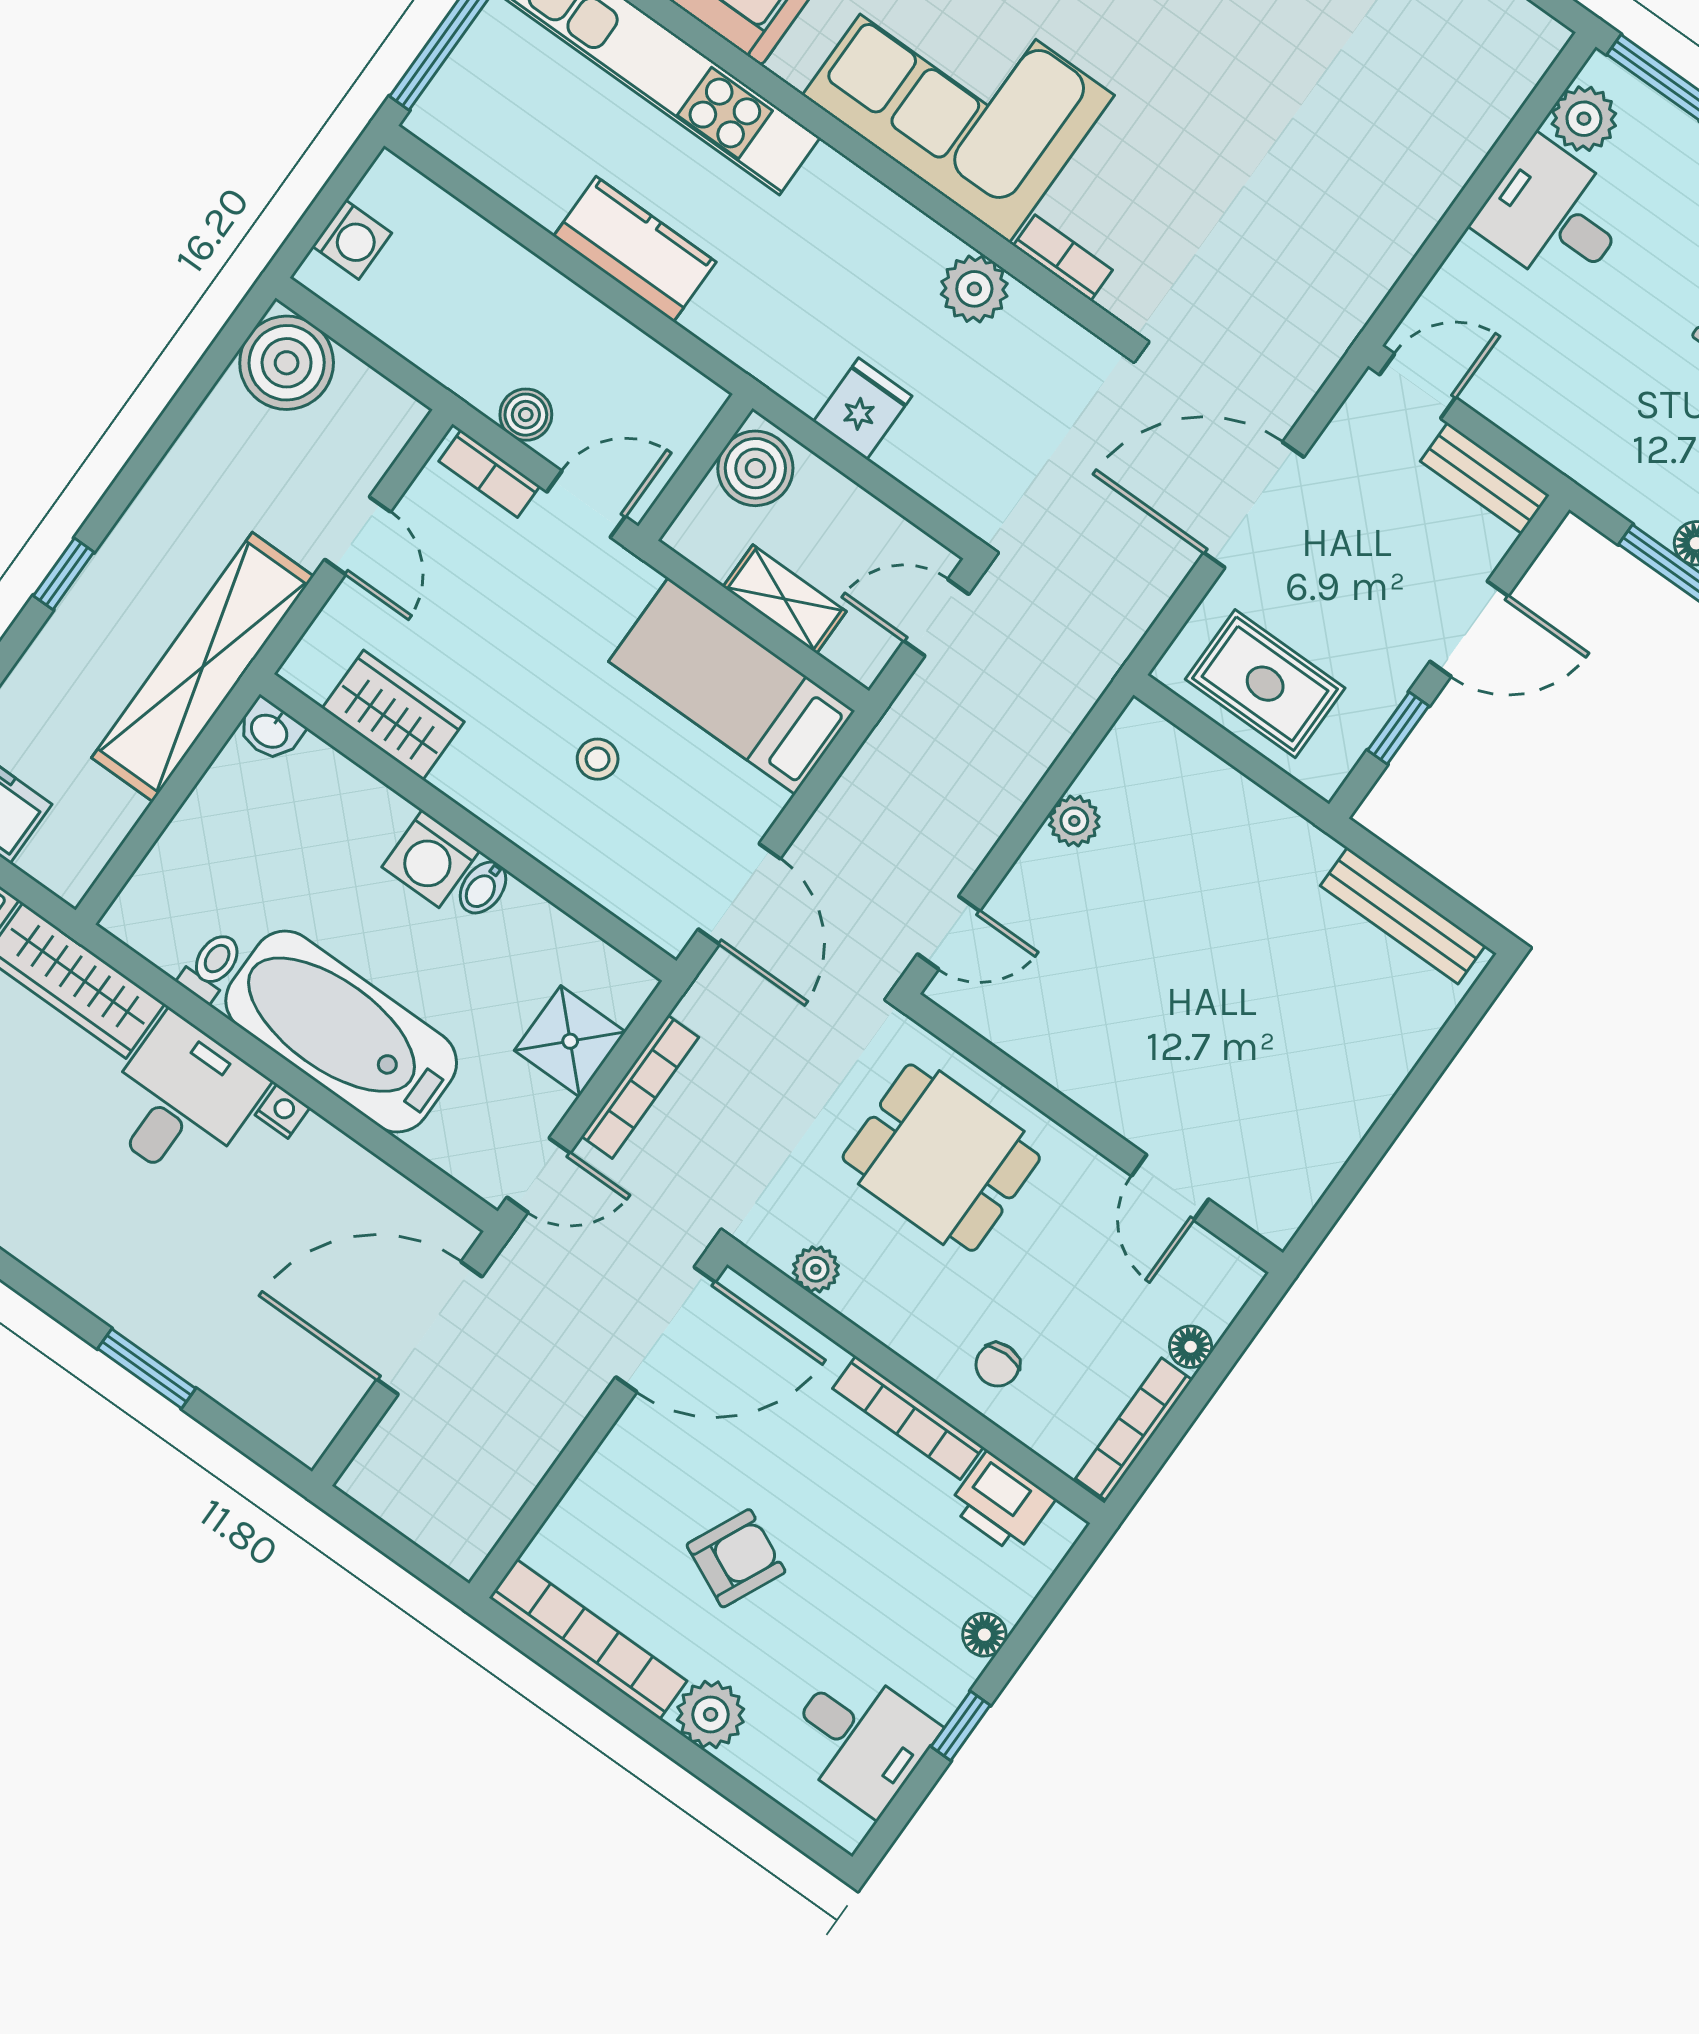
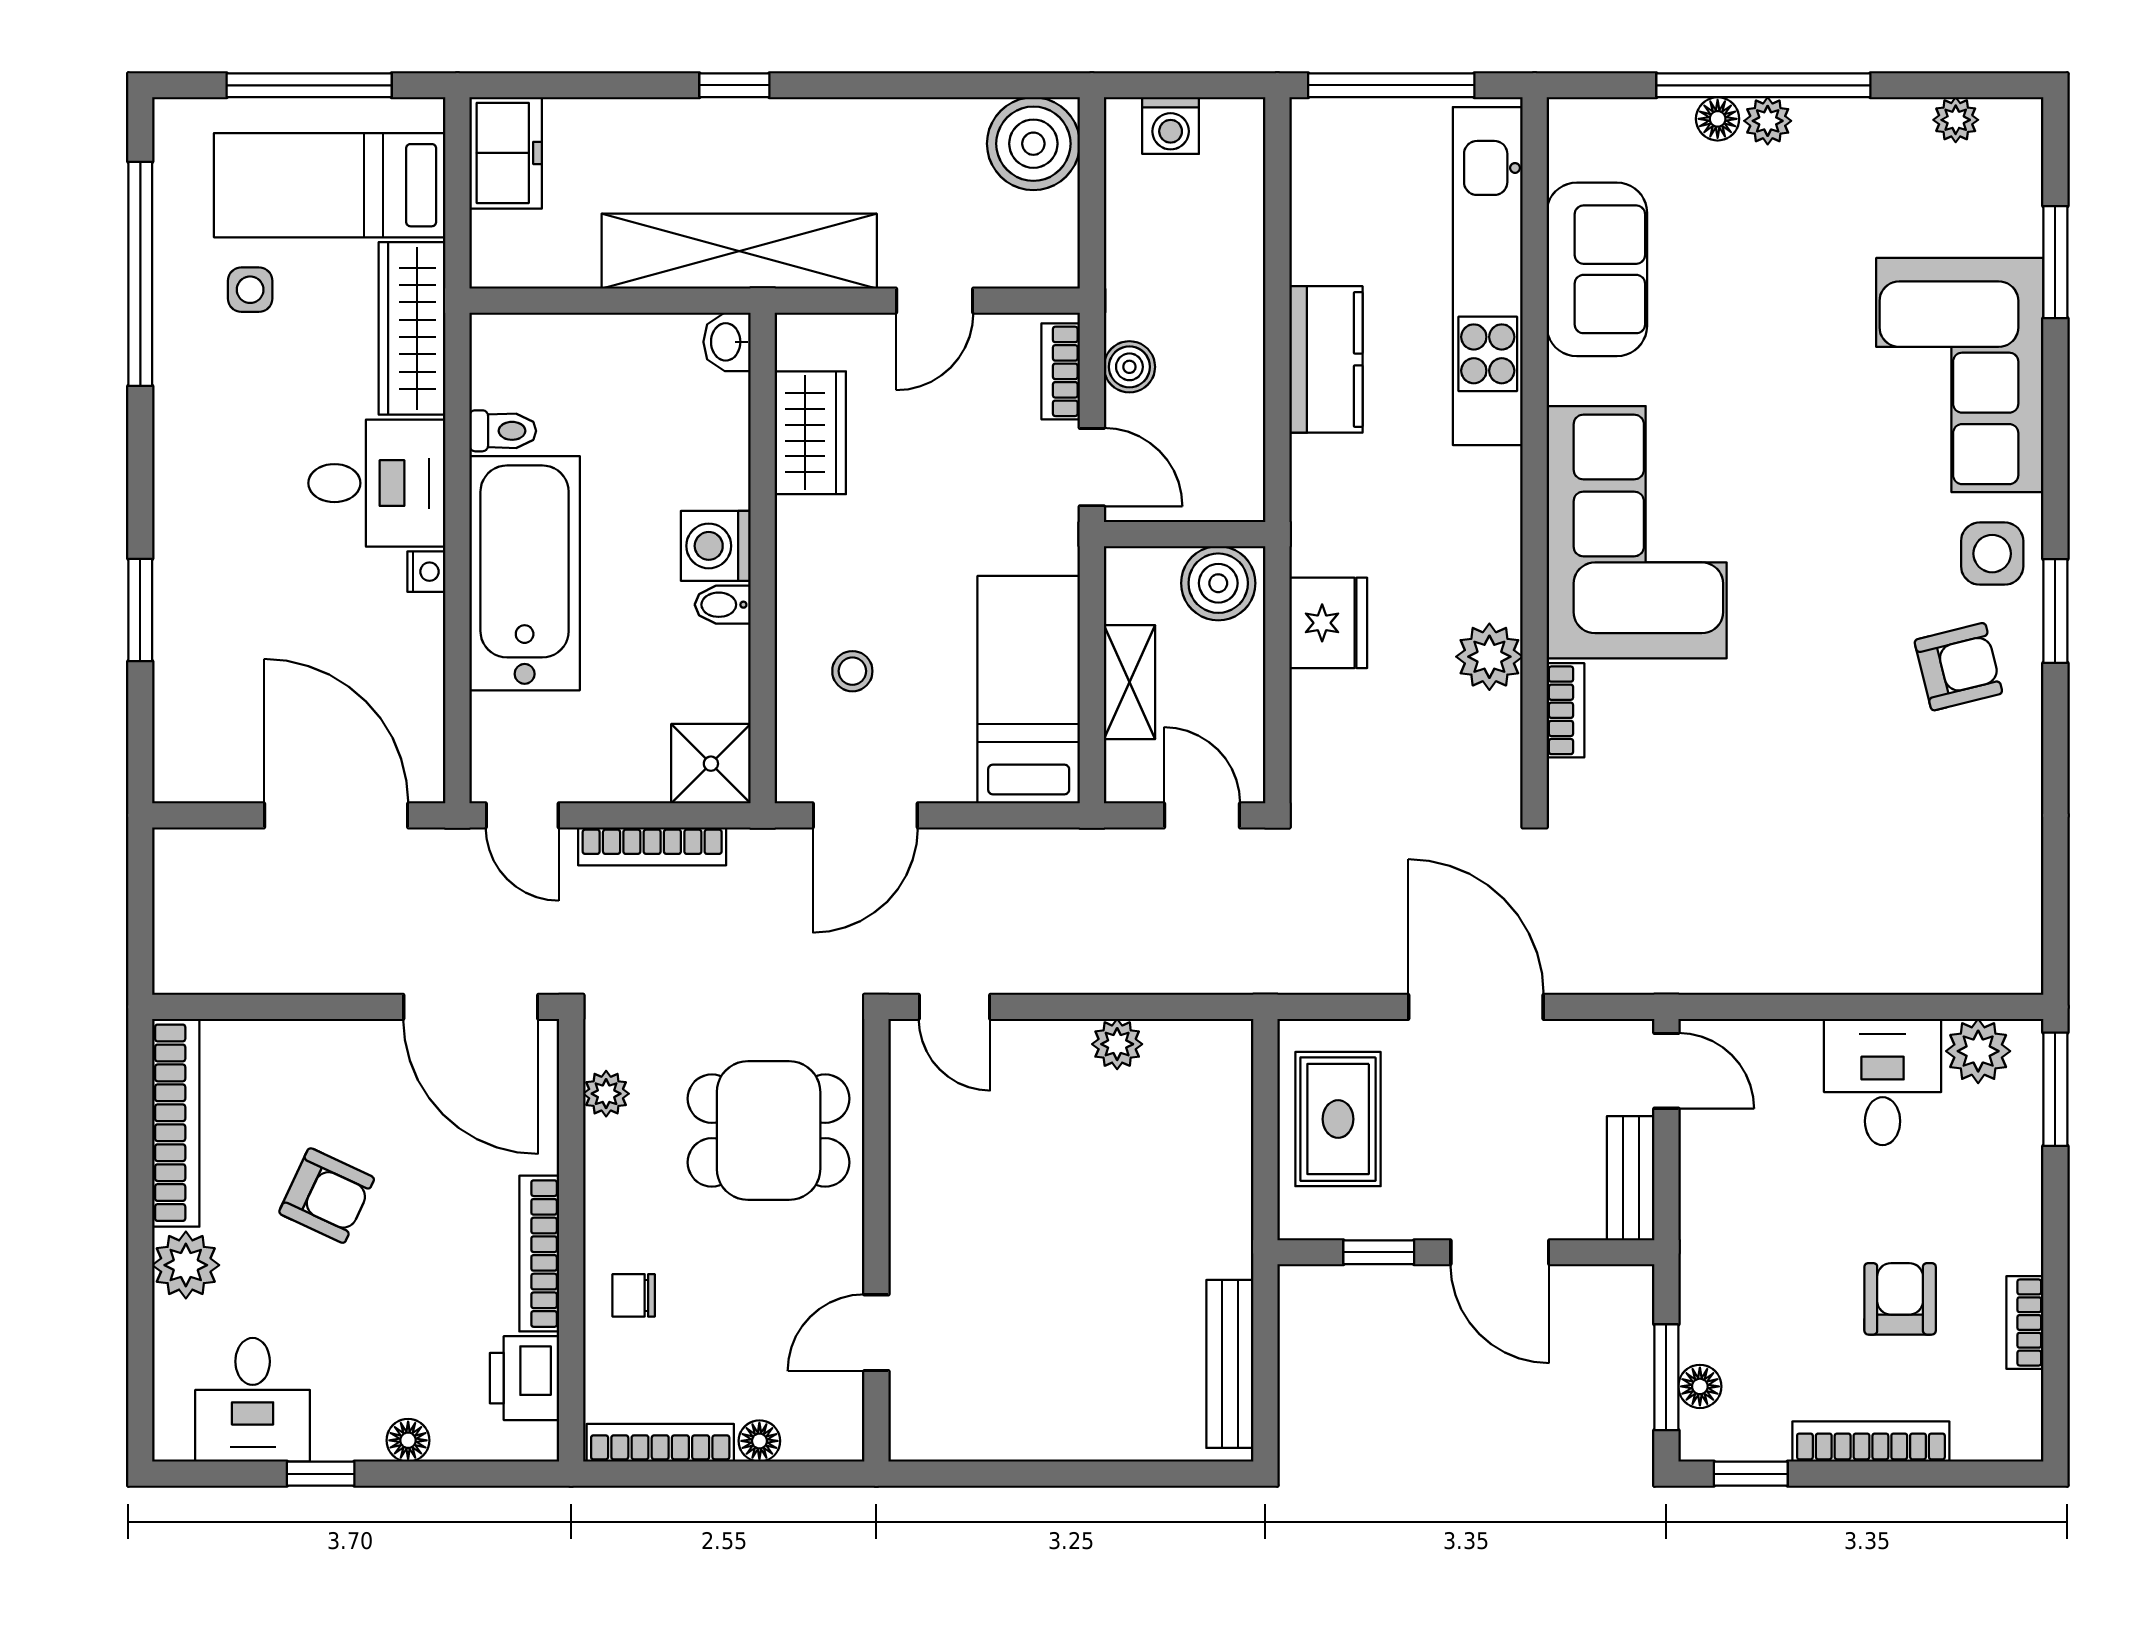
fridge: (863, 409) -> (1328, 623), width x1.38
stool: (598, 759) -> (852, 671), moved
shower: (570, 1041) -> (711, 764), moved
dining table: (941, 1158) -> (769, 1131), turned 90

